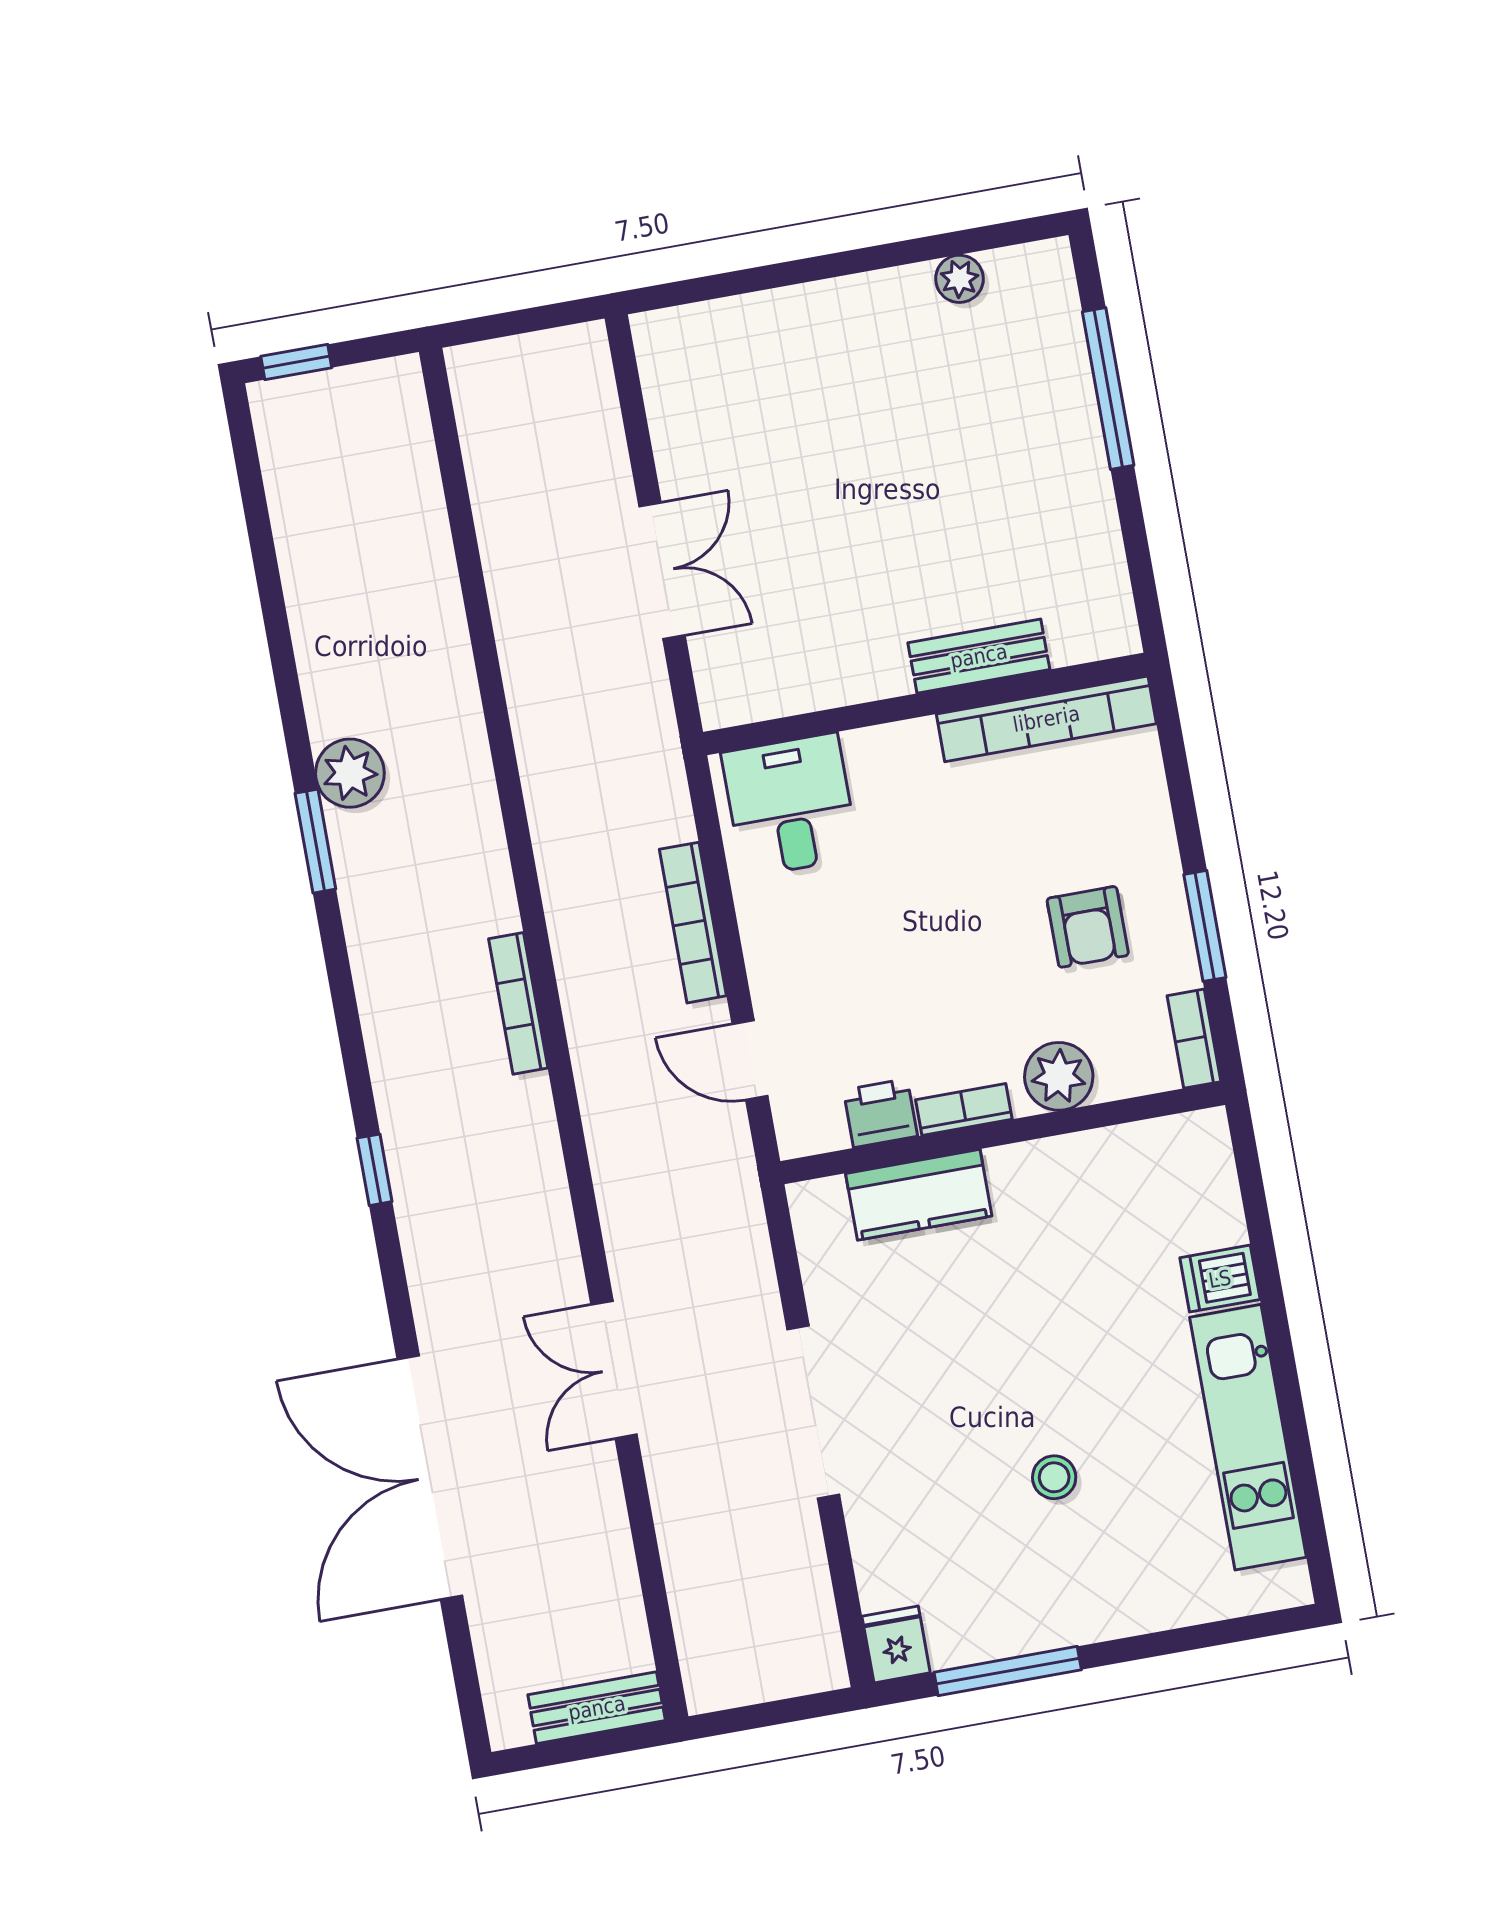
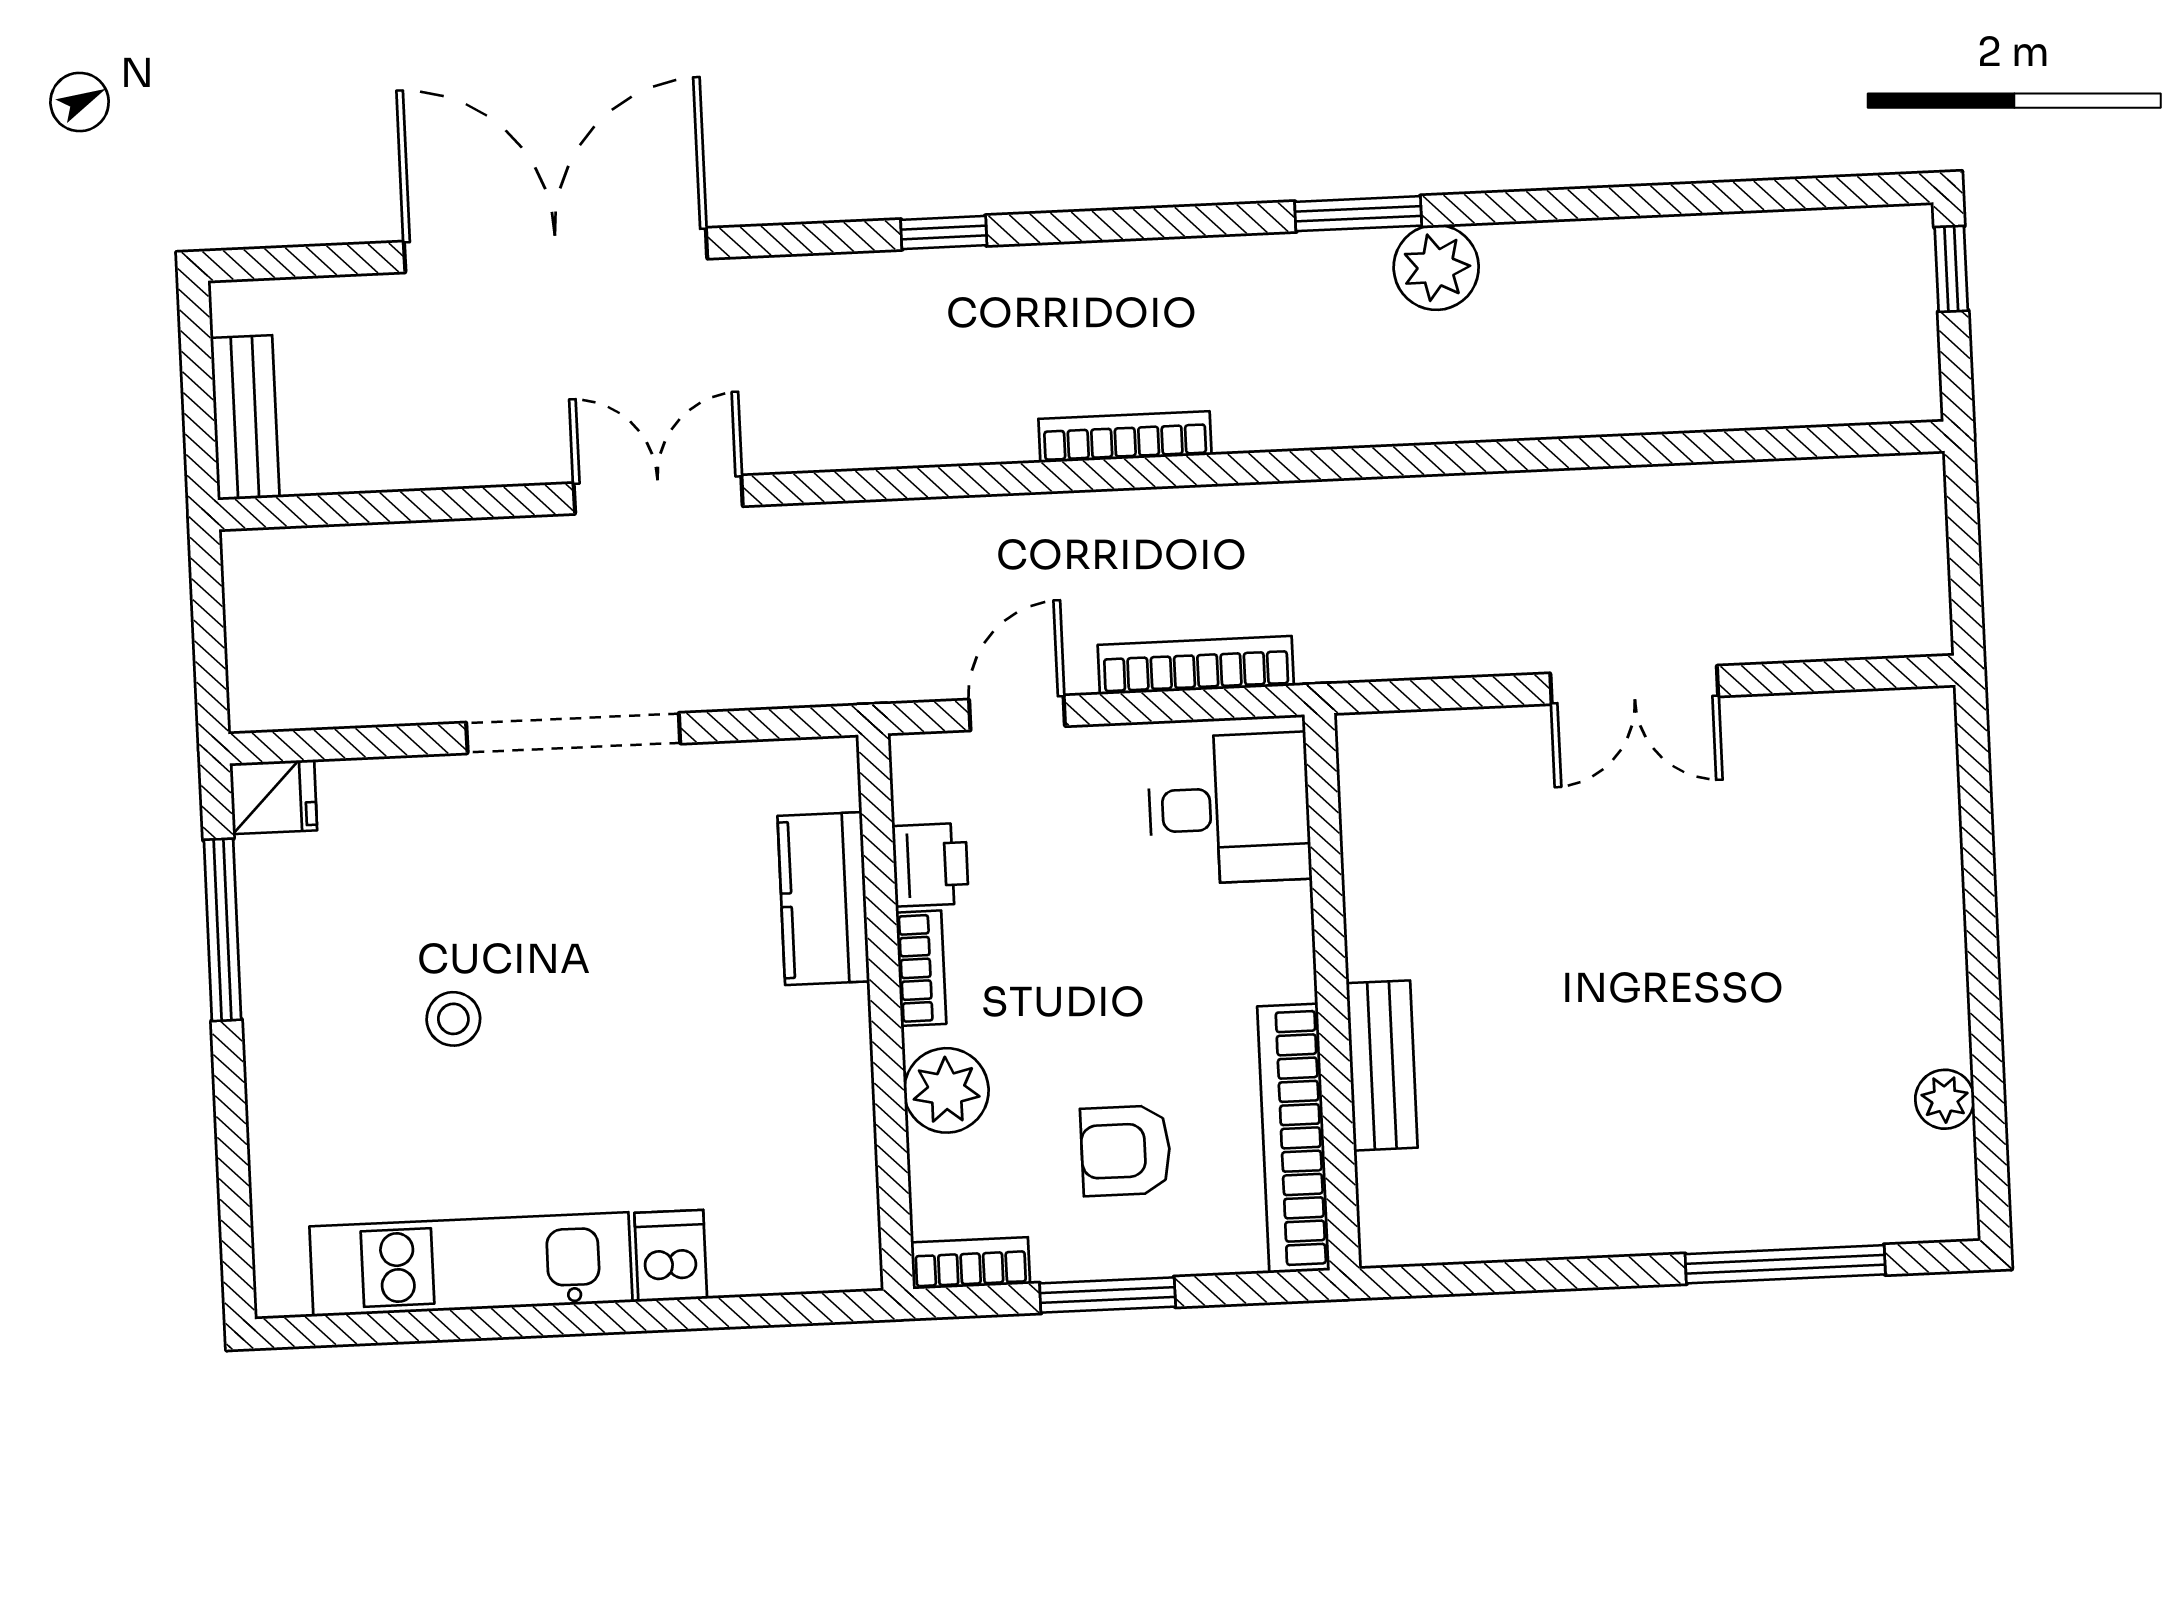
bench: (979, 656) -> (1382, 1065), moved
wall: (925, 704) -> (1332, 992), moved
bookcase: (1046, 719) -> (1294, 1138), moved
desk: (790, 805) -> (1229, 809), moved

